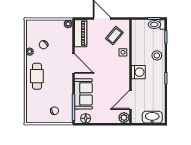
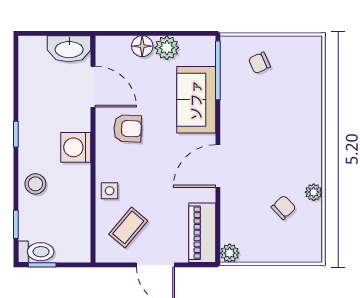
door: (73, 64) -> (218, 166), hinge flipped
cafe table: (37, 76) -> (298, 139), removed
armchair: (115, 81) -> (128, 129), added
door: (131, 100) -> (93, 87), hinge flipped
washbasin: (152, 117) -> (69, 49), moved
floor lamp: (86, 118) -> (142, 46), moved
plant: (124, 118) -> (167, 48), moved

